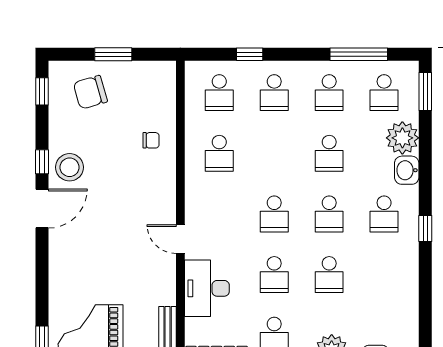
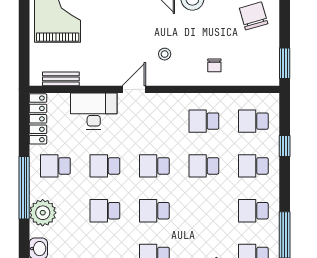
window: (113, 54) -> (285, 63), moved
school desk: (329, 153) -> (204, 166), moved
stool: (137, 201) -> (165, 54), added

